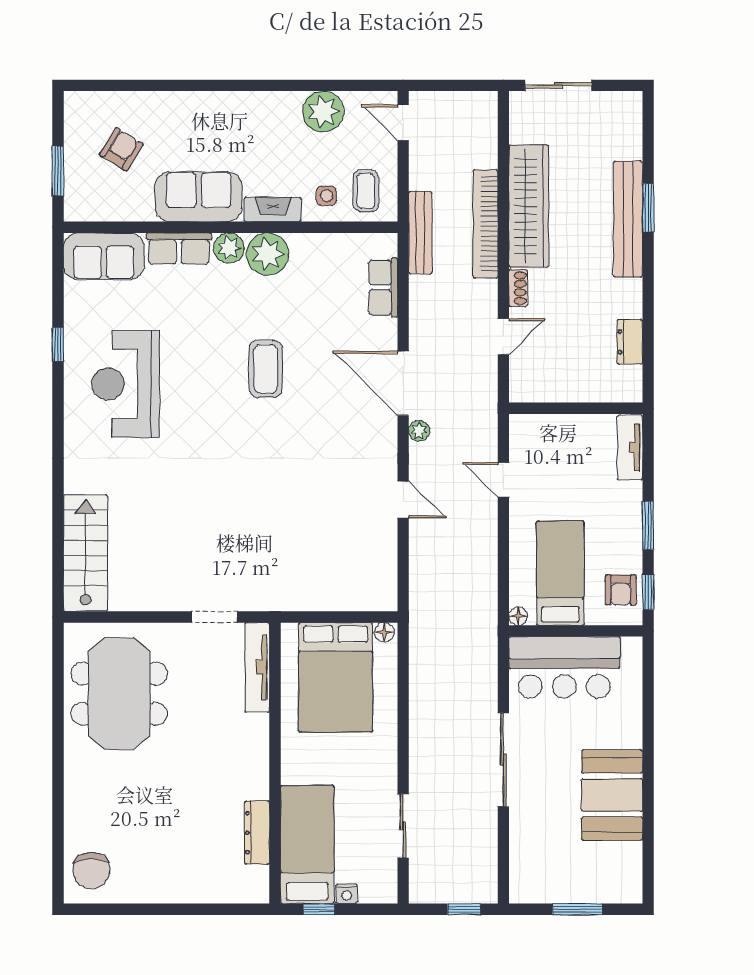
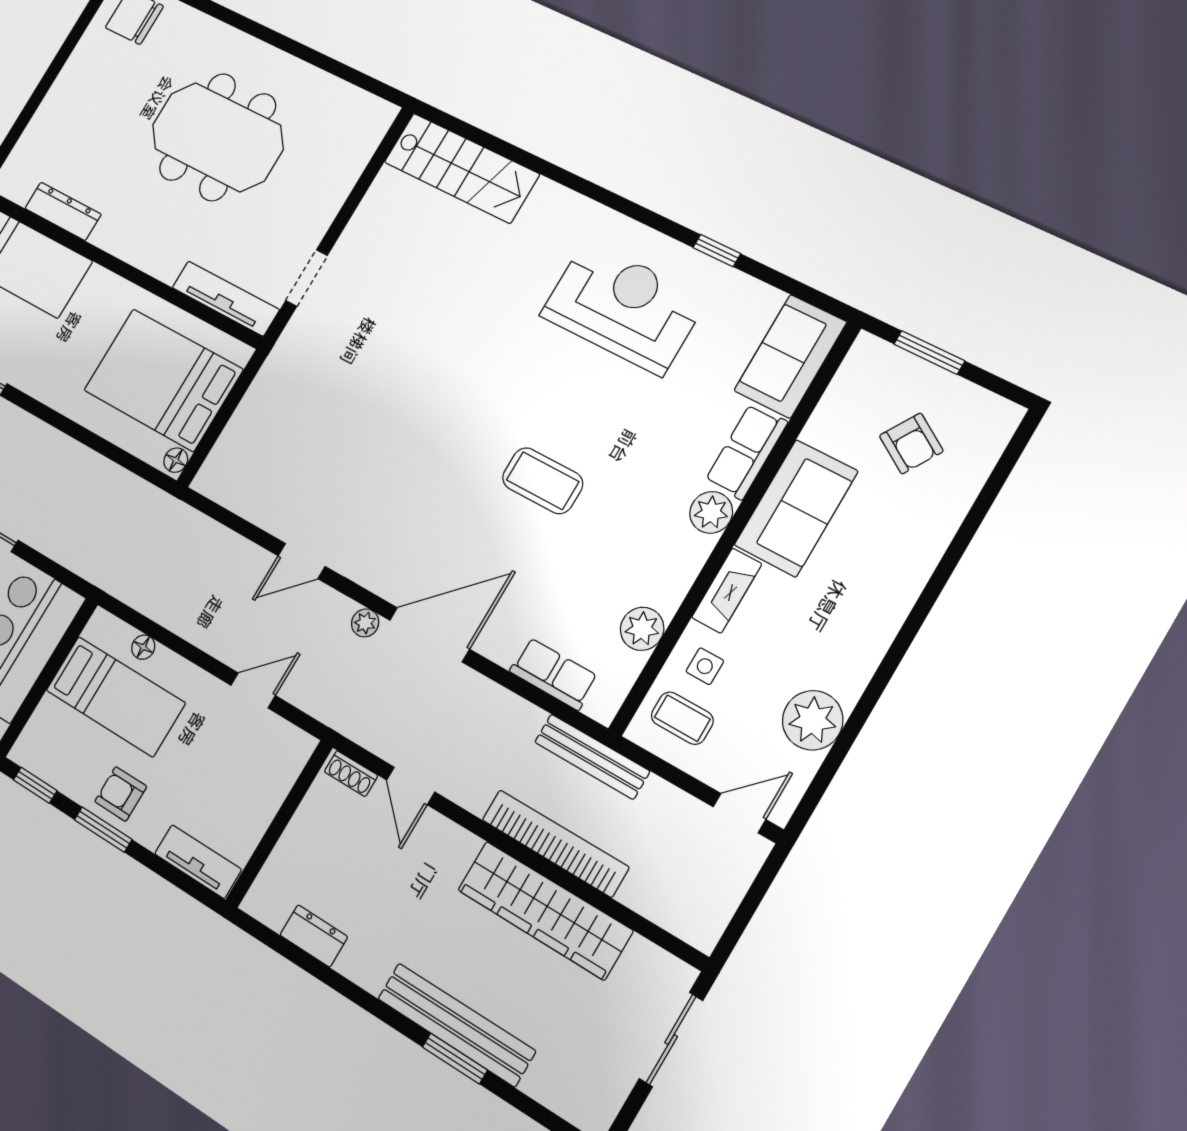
plant: (268, 254) -> (642, 629), moved, width x0.73, depth x0.73
shoe rack: (518, 288) -> (351, 774), moved
armchair: (621, 590) -> (121, 794), moved
floor lamp: (518, 616) -> (143, 647), moved
meeting table: (119, 694) -> (217, 137), moved

